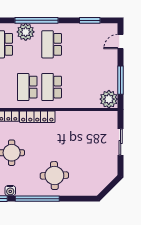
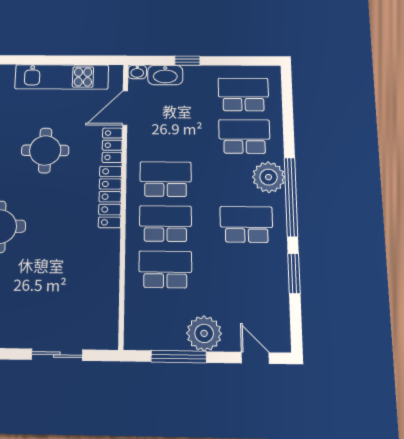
window: (90, 20) -> (294, 274), moved
school desk: (76, 87) -> (165, 269), added
plant: (109, 99) -> (204, 333), moved

